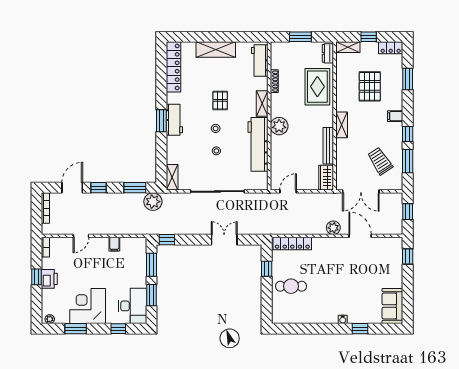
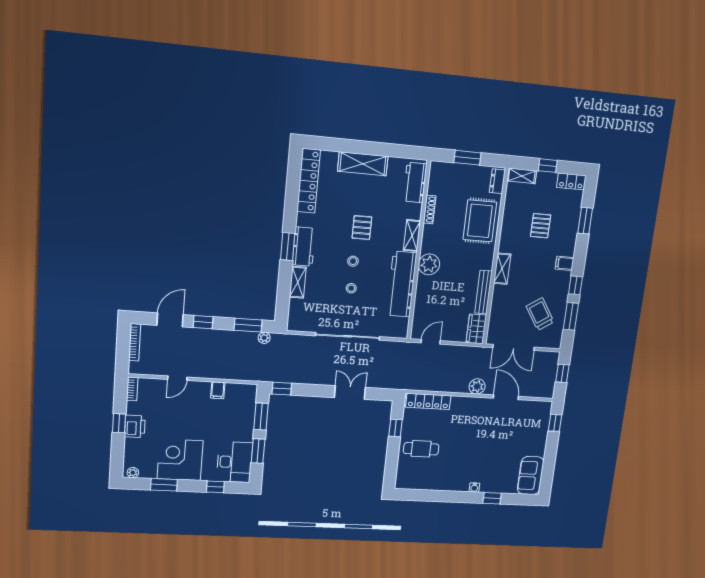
pallet: (370, 86) -> (541, 226), width x0.67, depth x0.71
shelving: (172, 177) -> (298, 282), moved
plant: (153, 202) -> (264, 338), width x0.53, depth x0.53

